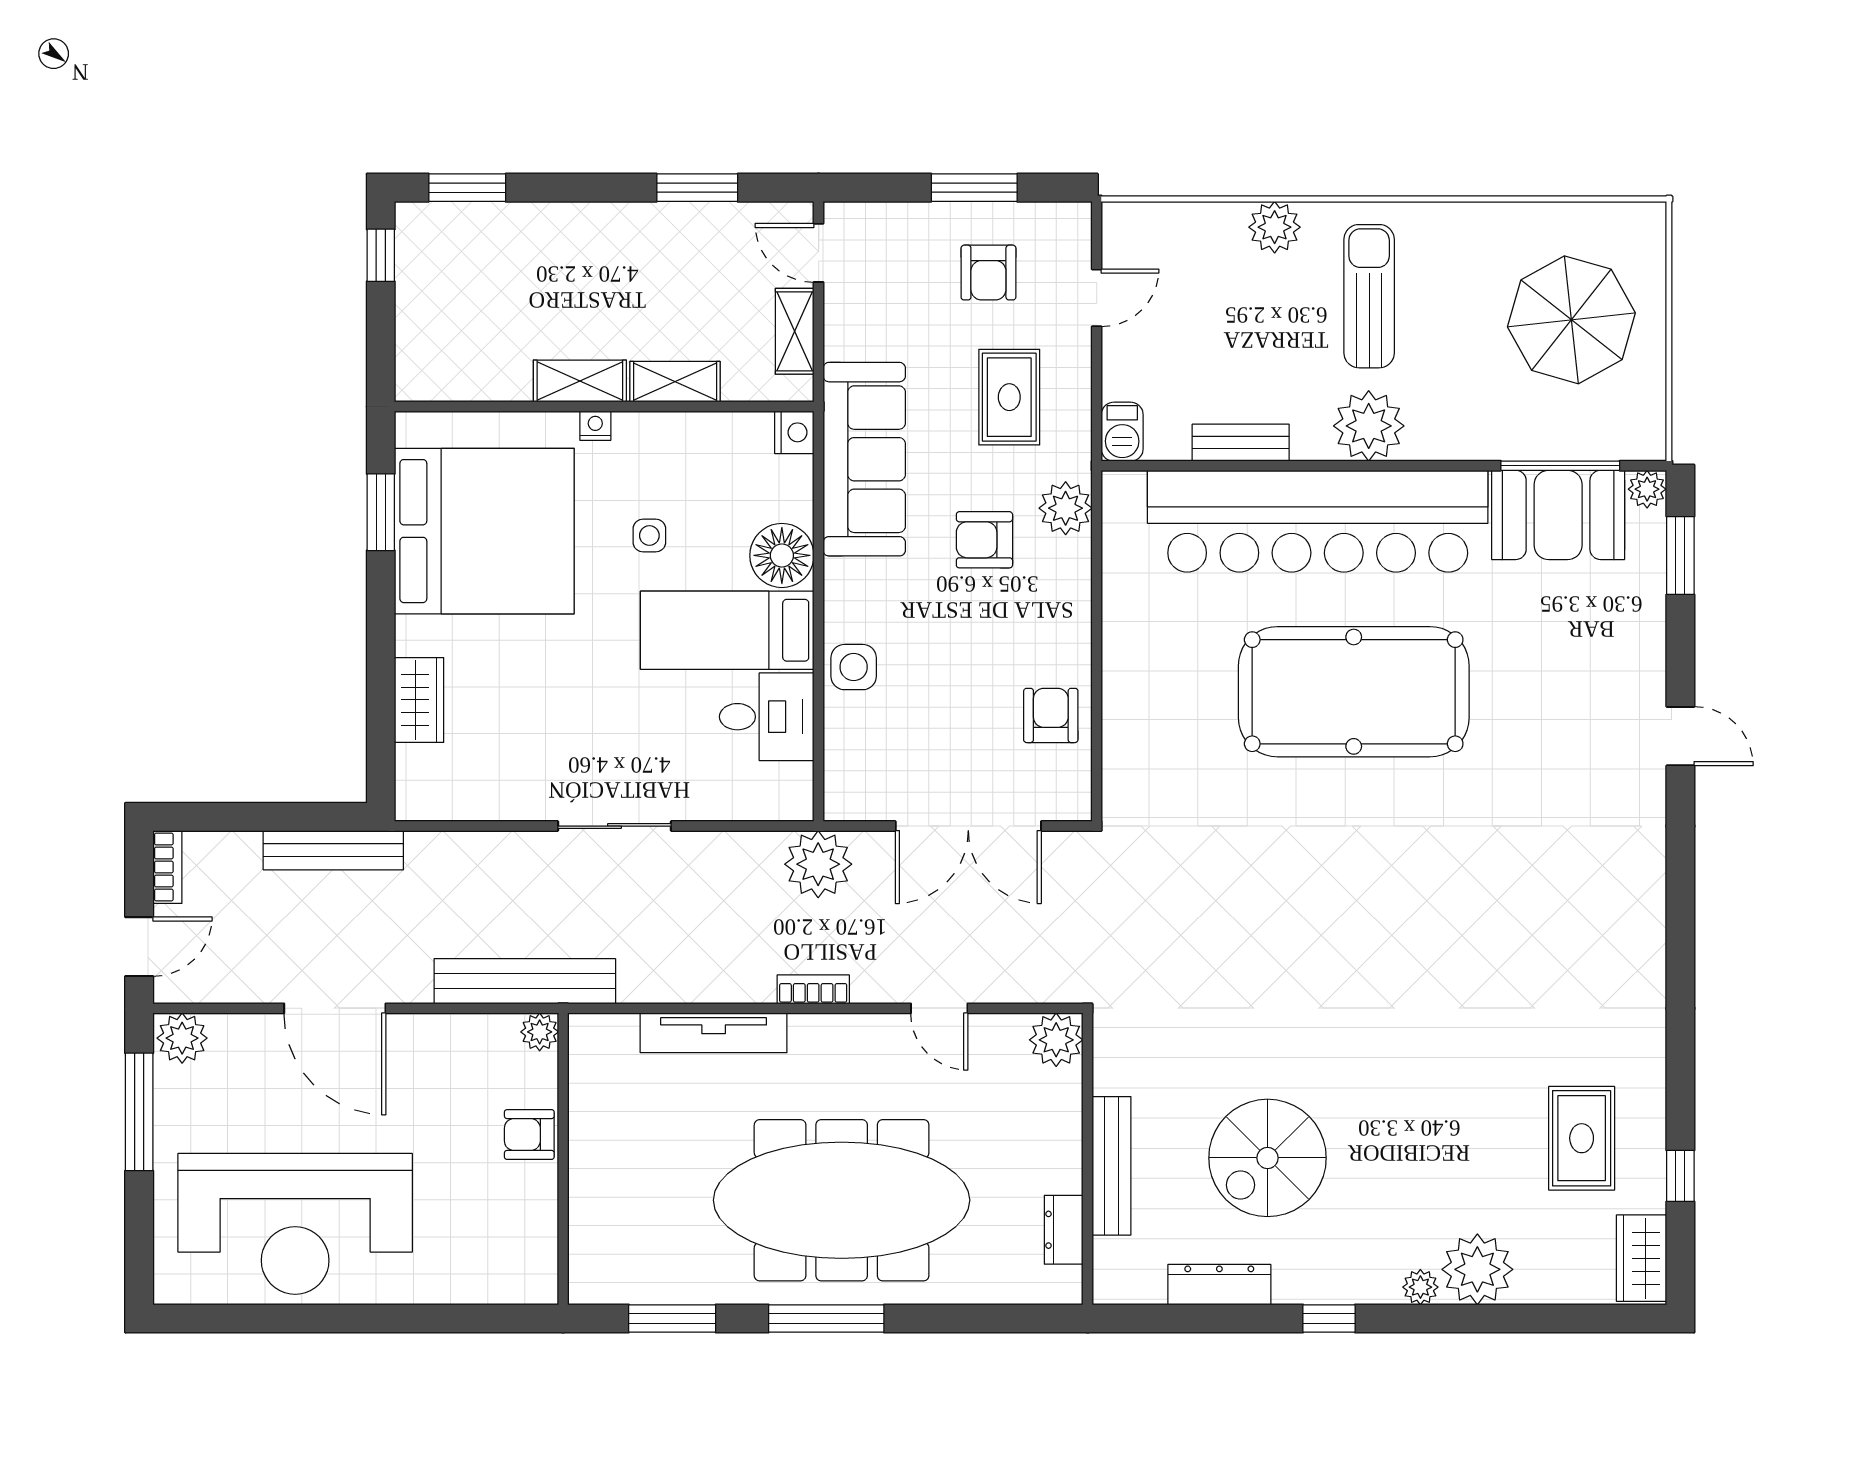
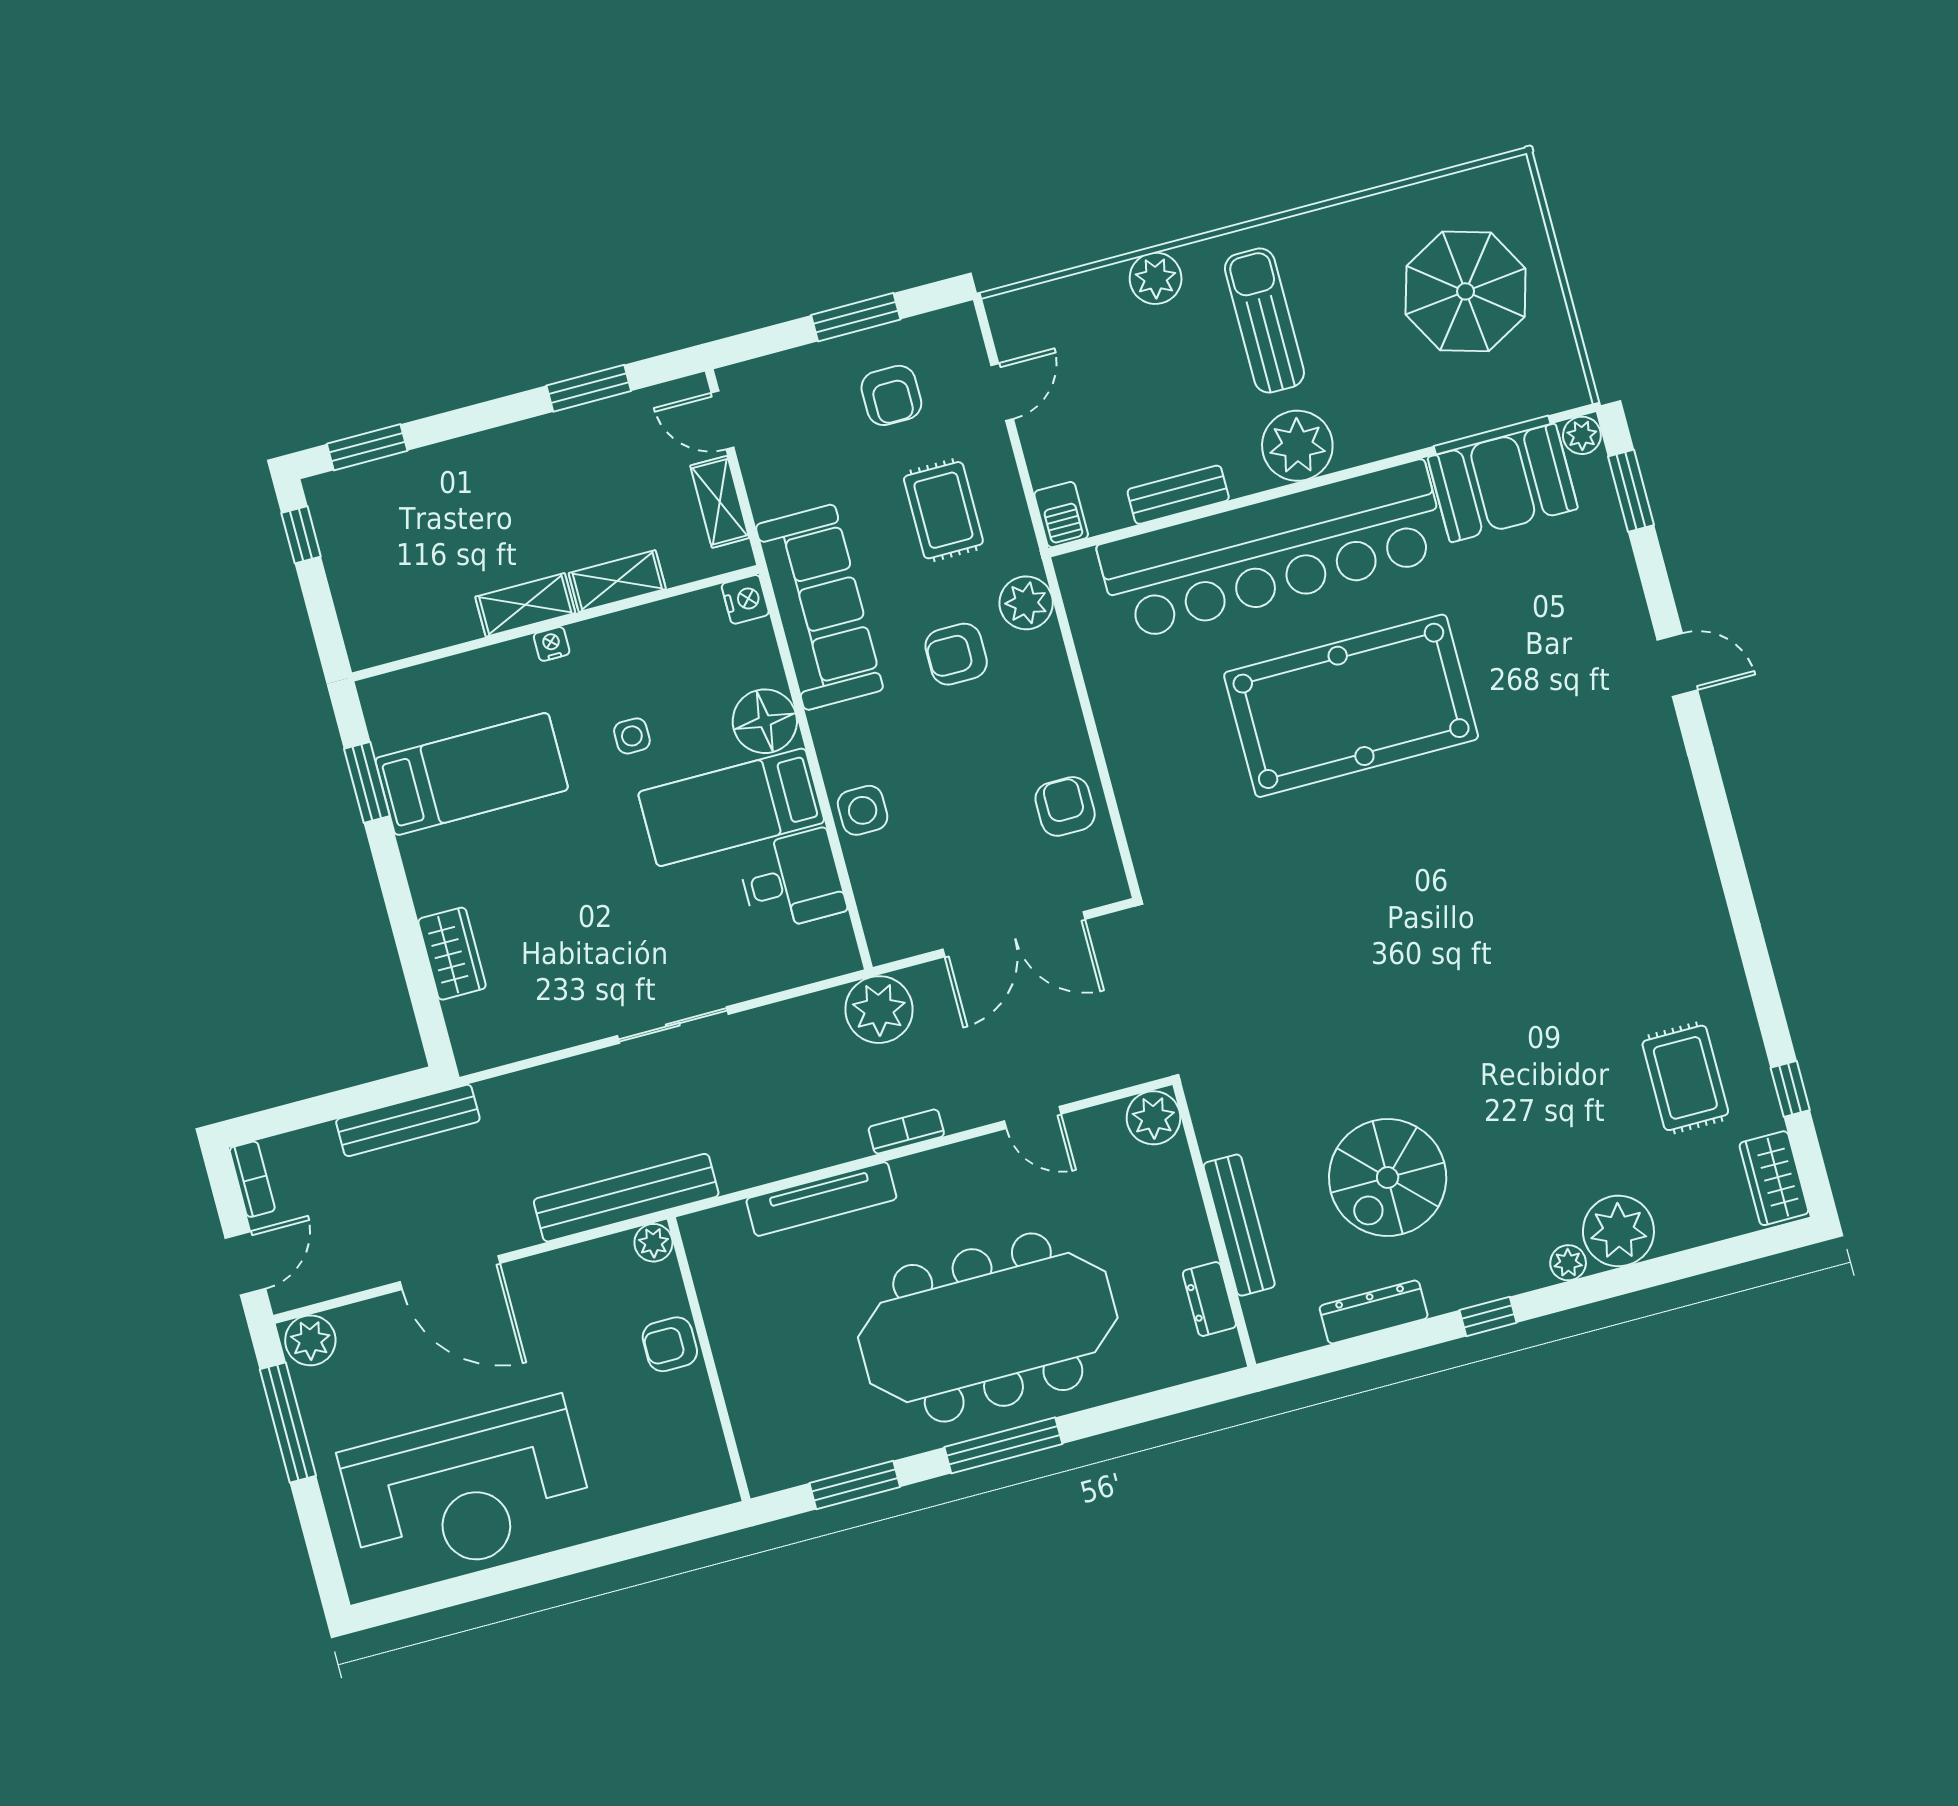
bed: (484, 531) -> (472, 774), width x0.49

